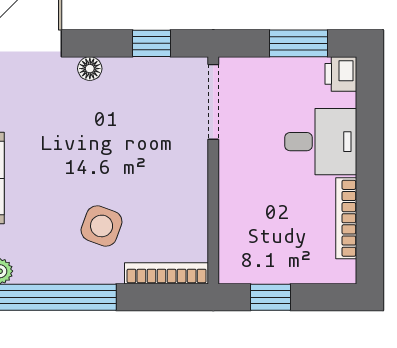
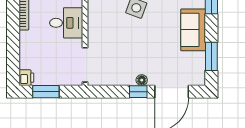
window: (152, 43) -> (138, 92), moved
desk: (321, 142) -> (66, 23), moved, turned 180

